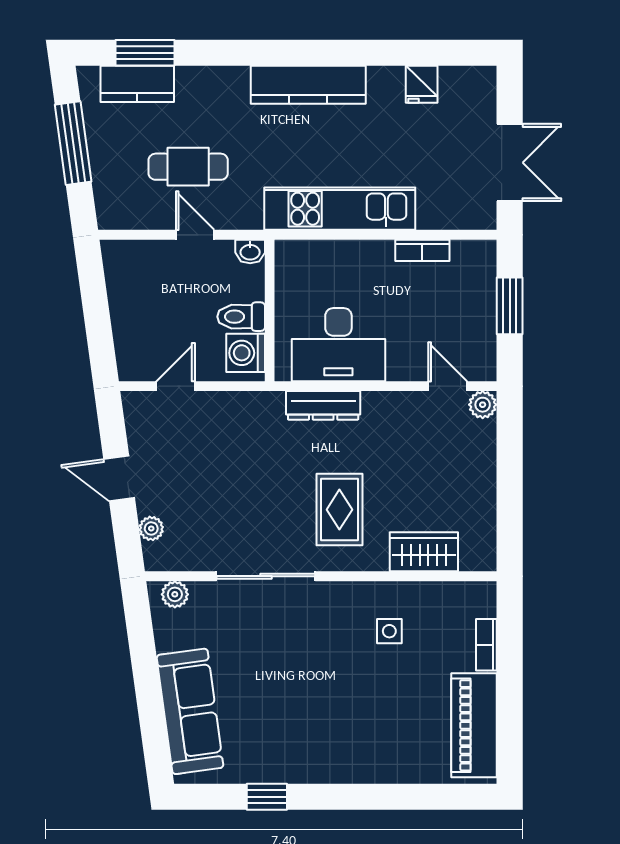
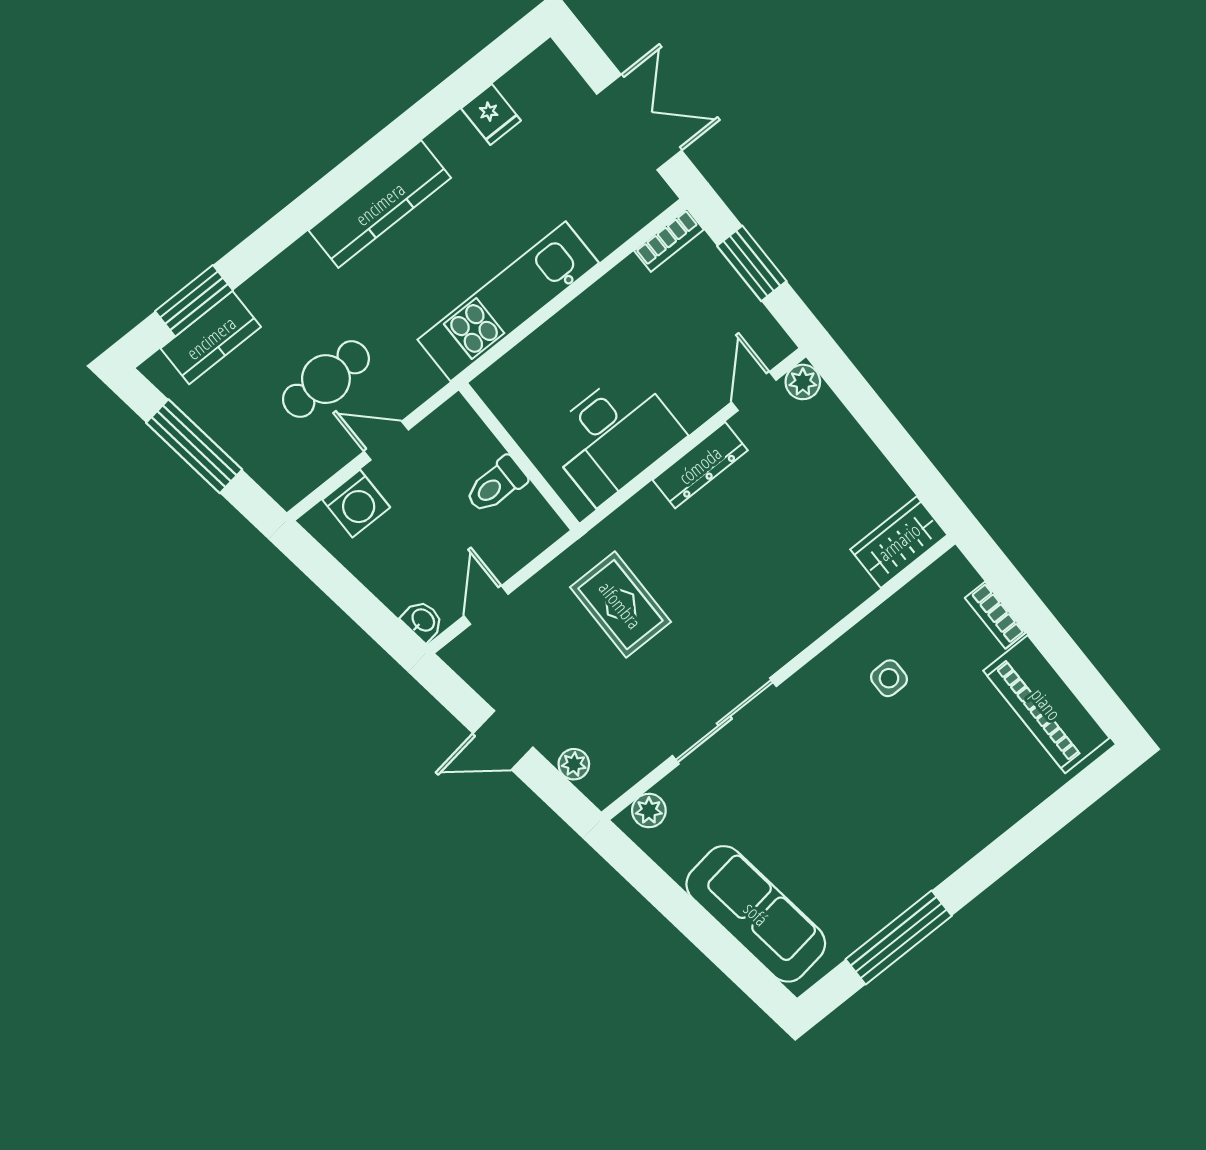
bookcase: (422, 250) -> (669, 240), moved
washbasin: (250, 252) -> (423, 621), moved, turned -98
washing machine: (246, 353) -> (356, 503), moved, turned -90
door: (448, 386) -> (754, 391), hinge flipped
dresser: (323, 405) -> (700, 465), moved
rug: (339, 510) -> (620, 605), moved
wardrobe: (424, 552) -> (899, 542), moved
window: (267, 797) -> (899, 937), width x2.17

